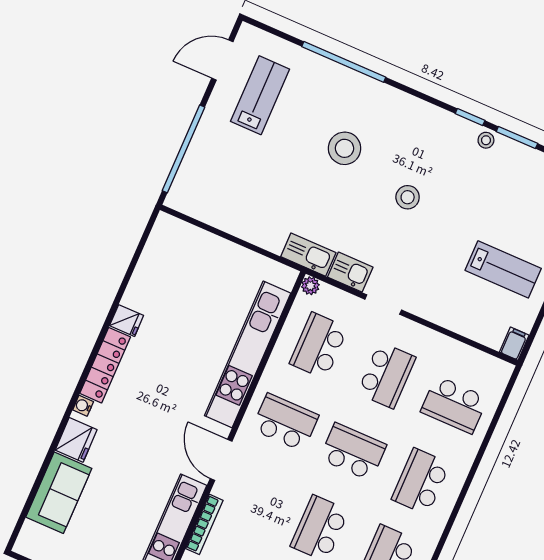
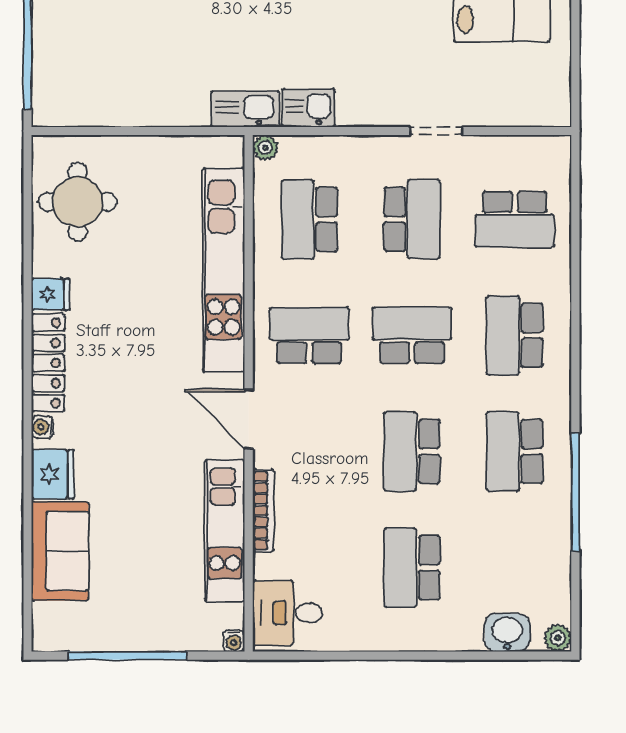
round table: (171, 267) -> (78, 202), added
doorway: (383, 305) -> (436, 131), moved
filing cabinet: (514, 344) -> (557, 108), removed

